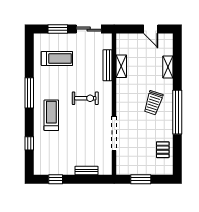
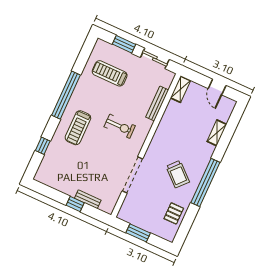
treadmill: (57, 58) -> (110, 73), turned 180
shelving: (121, 66) -> (180, 89), moved
window: (29, 93) -> (66, 95), width x1.46
trolley: (153, 103) -> (178, 174), moved, turned -66
treadmill: (51, 115) -> (78, 128), turned 180
window: (56, 179) -> (75, 204), moved

